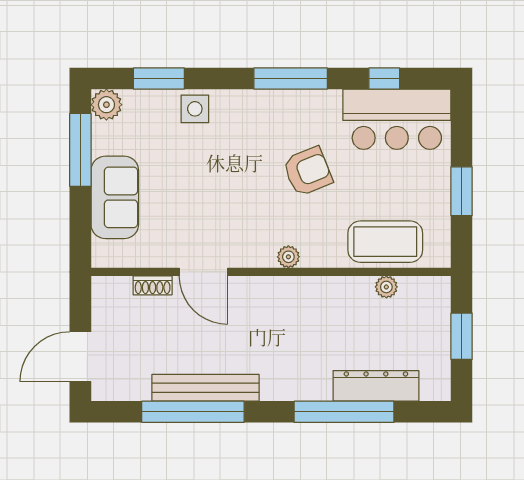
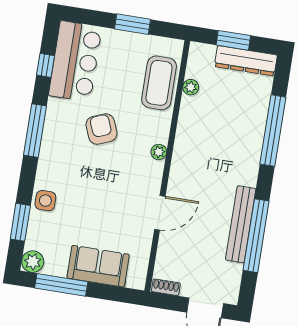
shoe rack: (153, 285) -> (166, 287), moved, turned -90
dresser: (376, 386) -> (246, 61), moved, turned -90

